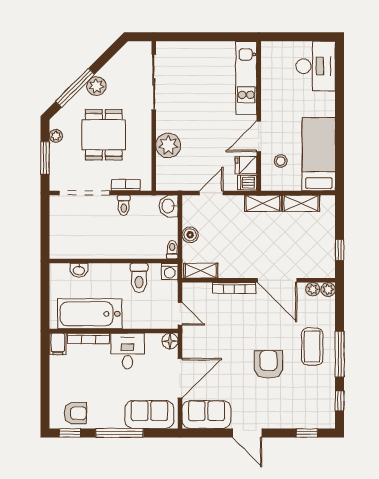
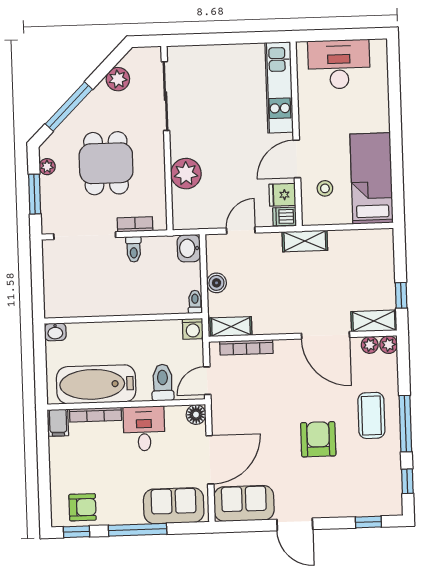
desk: (316, 66) -> (339, 64), moved, turned -90
plant: (96, 86) -> (118, 79), moved
shelving: (301, 203) -> (374, 321), moved
washbasin: (79, 270) -> (55, 332), moved
toilet: (139, 278) -> (163, 383), moved, turned 180
bookcase: (234, 288) -> (246, 347), moved
door: (180, 314) -> (207, 381), swing flipped

